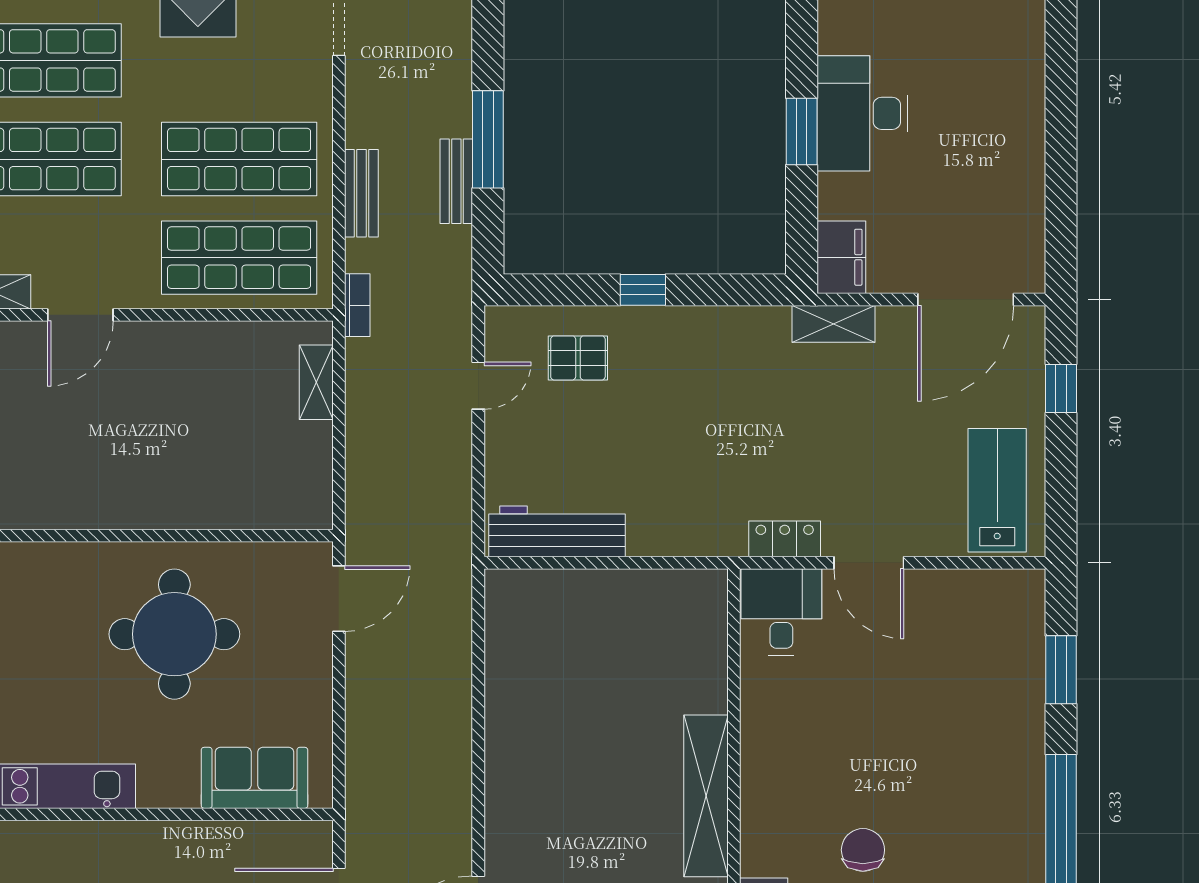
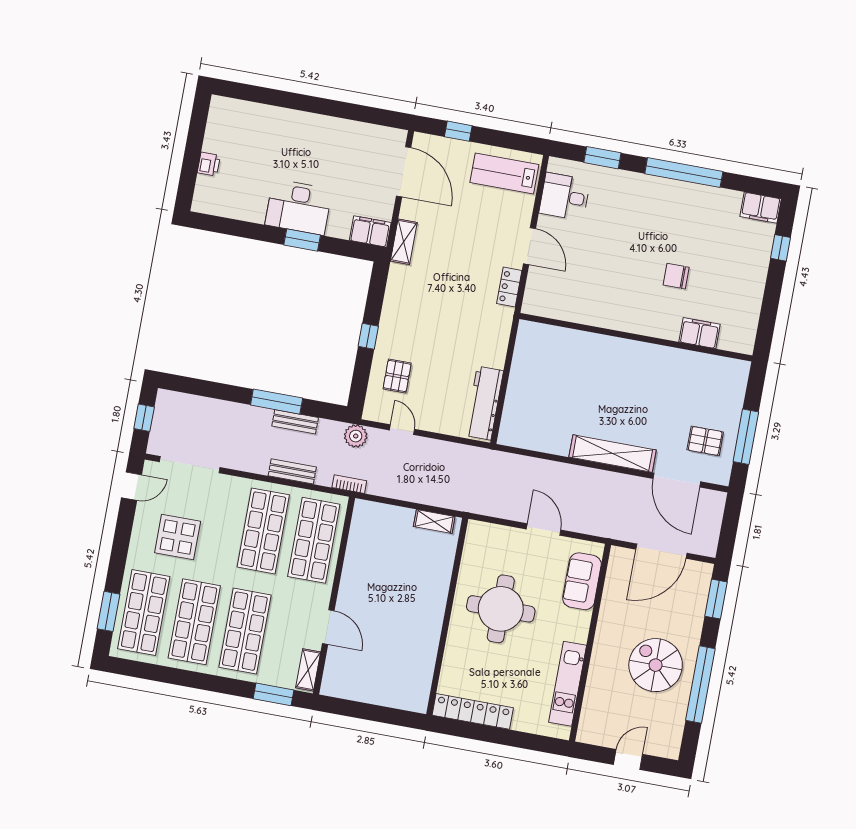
plant: (450, 301) -> (356, 436), added
shelving: (316, 382) -> (434, 521), moved
door: (869, 563) -> (529, 246), hinge flipped
door: (339, 599) -> (544, 530), moved
desk: (781, 612) -> (565, 197), moved
shelving: (706, 796) -> (613, 454), moved

